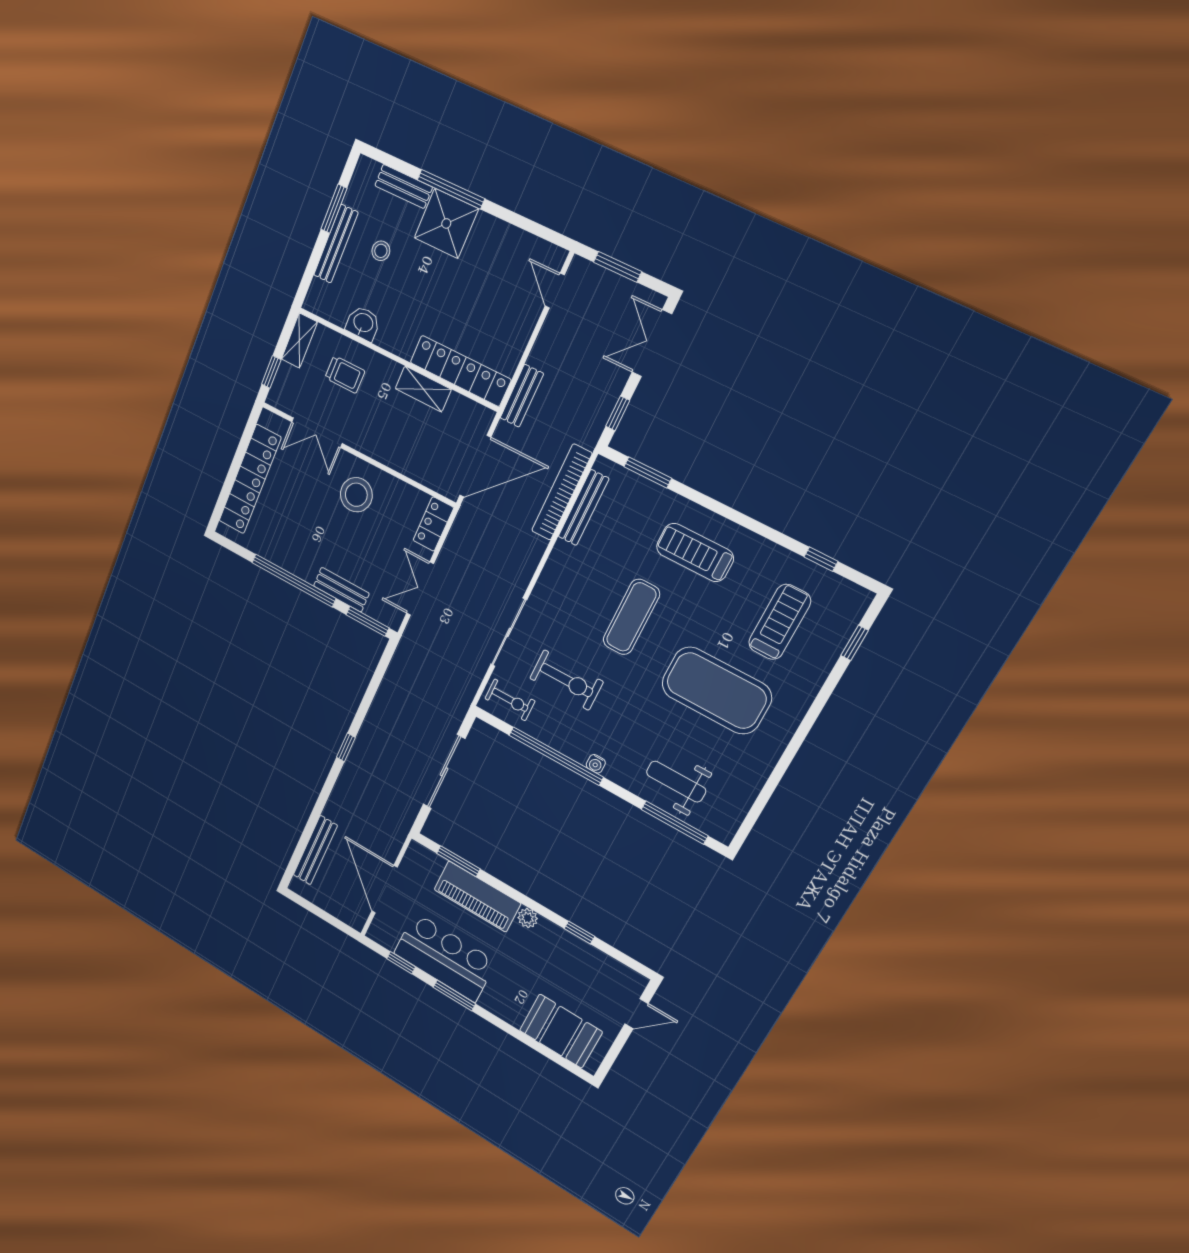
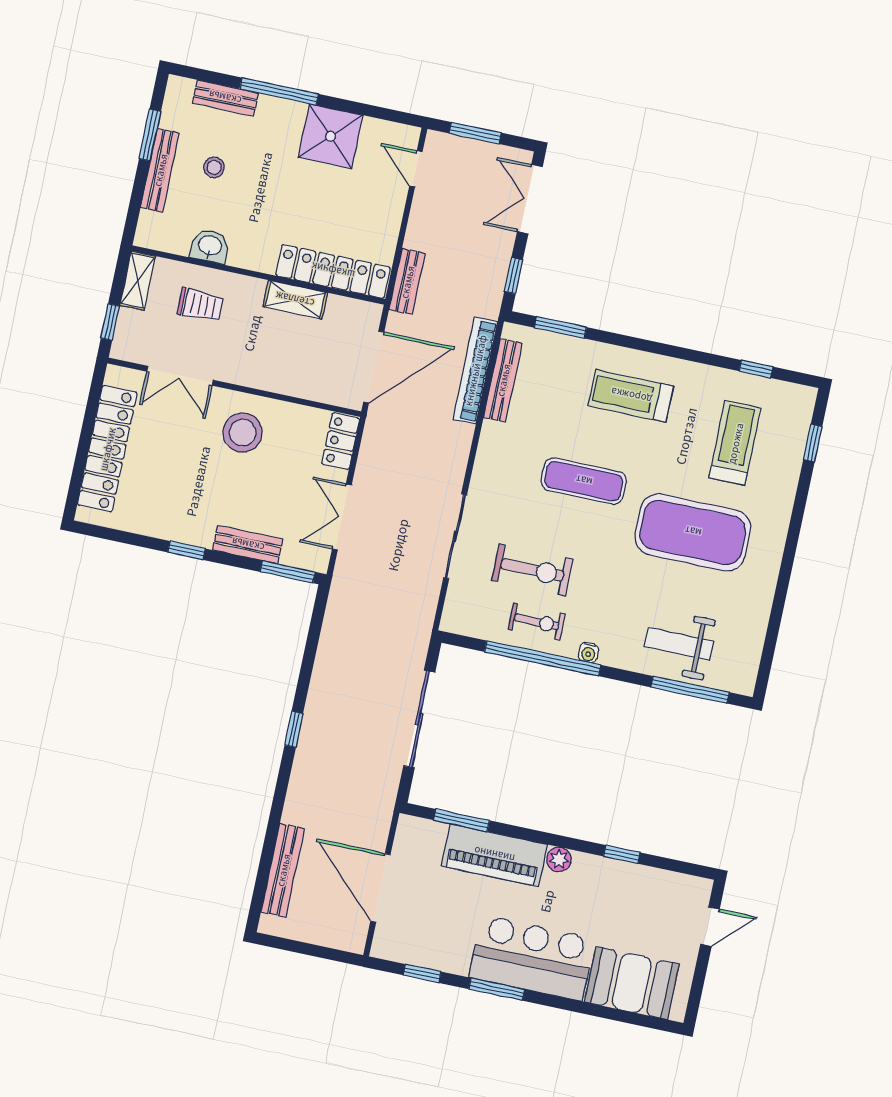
shower: (446, 223) -> (330, 136), moved
window: (294, 580) -> (186, 550), width x0.32
exercise mat: (631, 617) -> (584, 481), turned 90
exercise bike: (510, 700) -> (537, 622), moved
bar counter: (445, 957) -> (532, 958), moved

